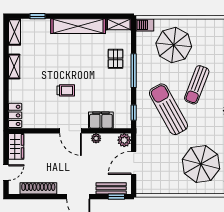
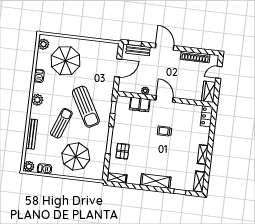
barbecue: (145, 25) -> (45, 169), moved
shelving: (78, 26) -> (156, 181), width x0.68
plant: (124, 140) -> (123, 87), removed

